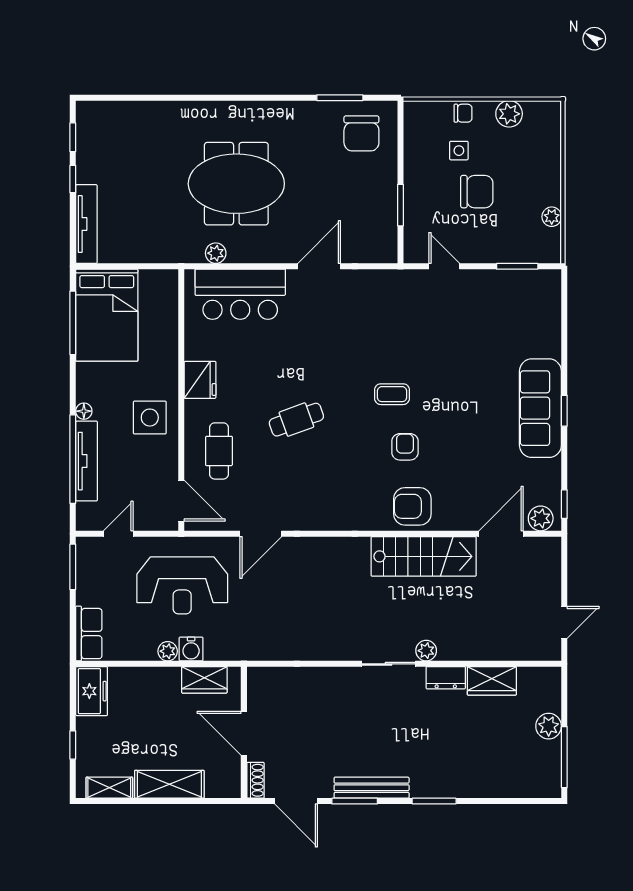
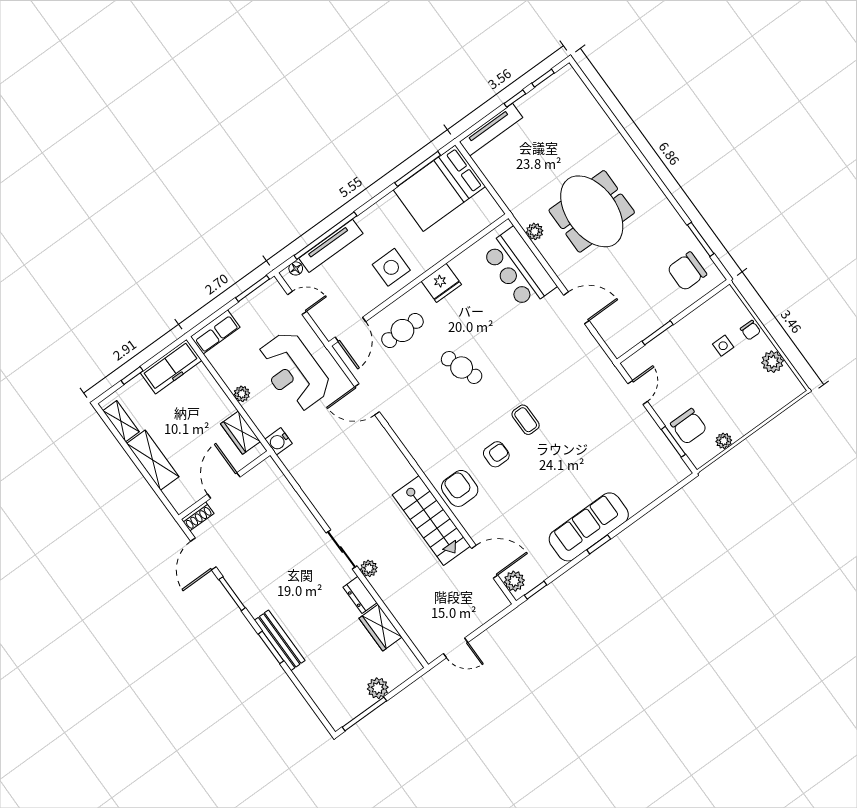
chair: (477, 192) -> (689, 426), moved
floor lamp: (84, 411) -> (296, 268), moved
water cooler: (191, 649) -> (279, 441), moved
freezer: (92, 691) -> (171, 367), width x1.40
bench: (372, 788) -> (280, 640), moved

